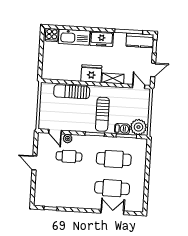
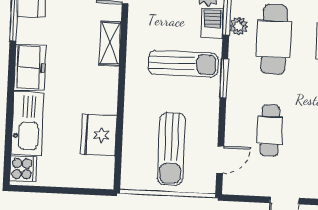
fridge: (91, 74) -> (99, 135), moved
sun lounger: (72, 92) -> (171, 149), moved
plant: (68, 139) -> (239, 26), moved

